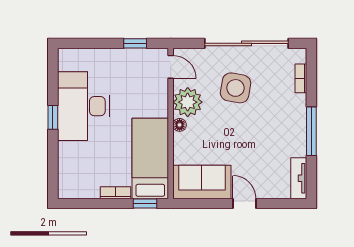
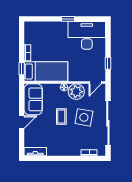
desk: (83, 106) -> (87, 35), moved
coffee table: (234, 130) -> (61, 117), added
window: (311, 131) -> (61, 158), removed

